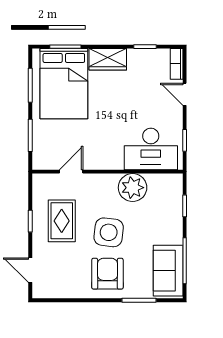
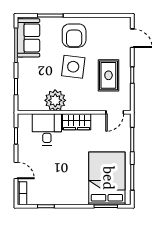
wardrobe: (108, 59) -> (77, 122), moved, turned 180
desk: (151, 149) -> (47, 129), width x0.73
door: (71, 172) -> (115, 112), moved

